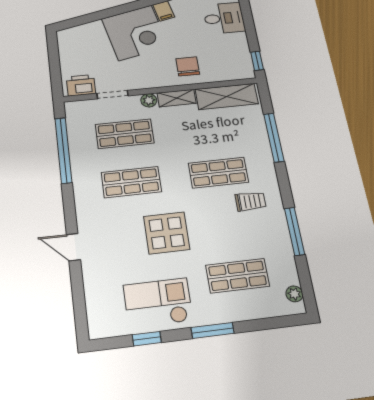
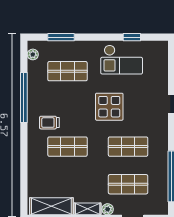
window: (274, 137) -> (24, 169), removed
window: (294, 231) -> (24, 97), width x1.46
window: (213, 330) -> (61, 37), moved

